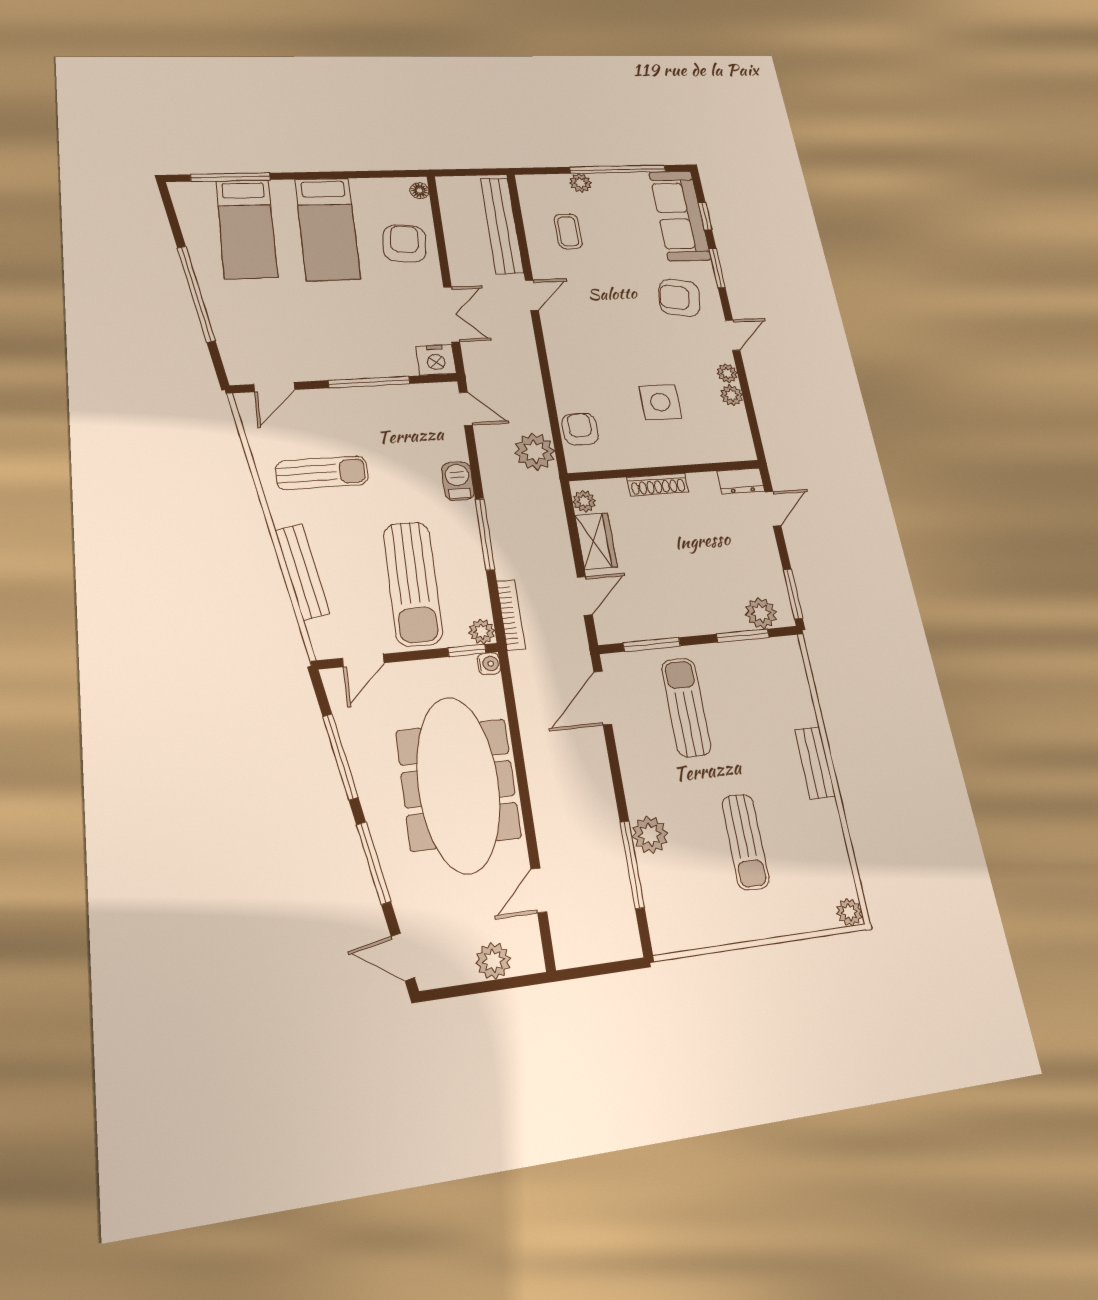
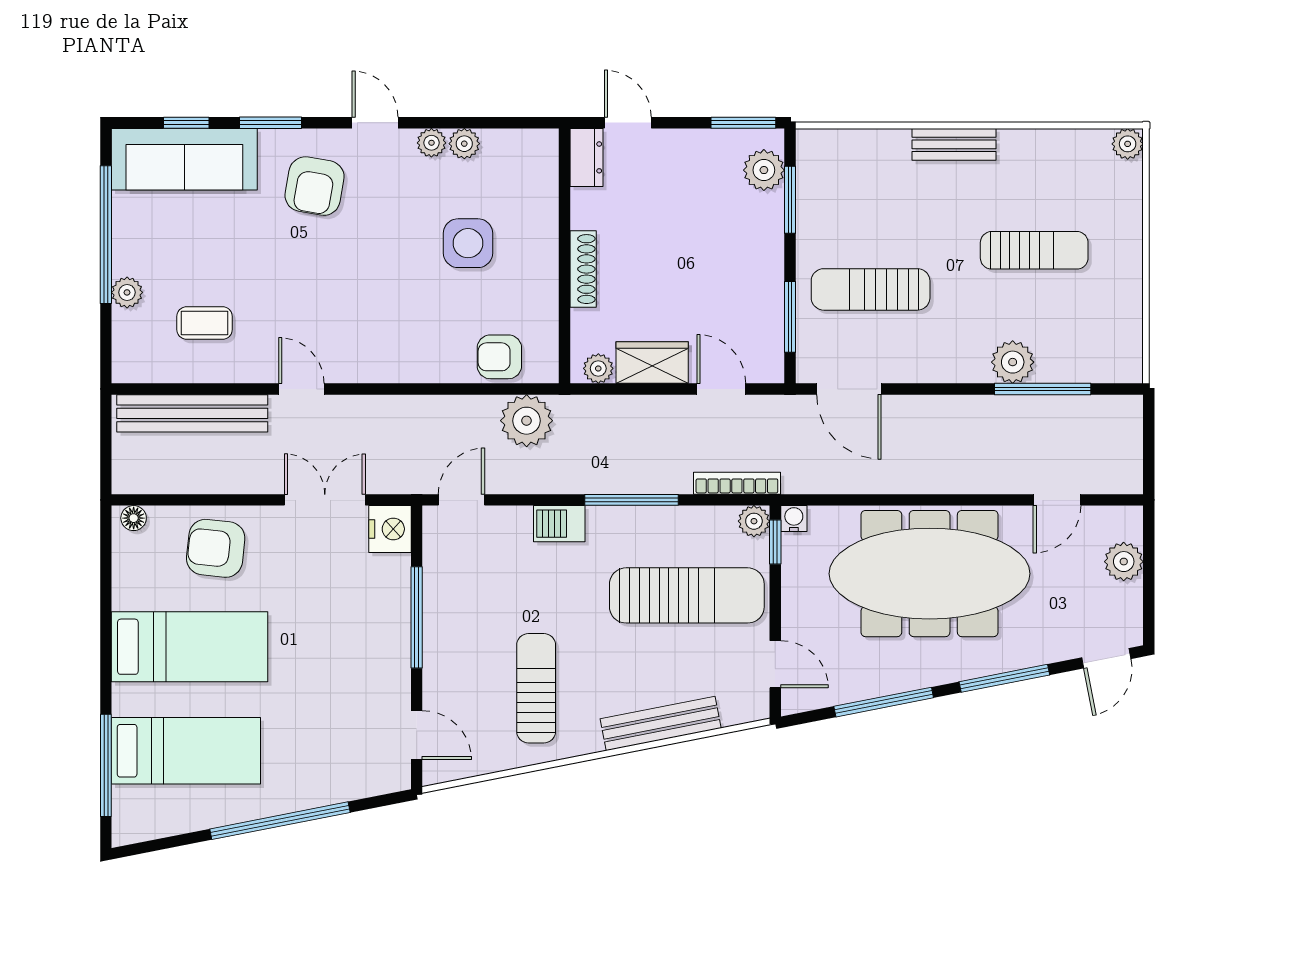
door: (539, 890) -> (1057, 500), hinge flipped

